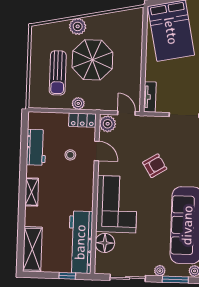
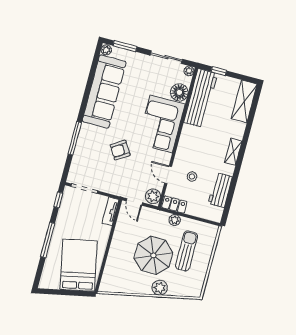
plant: (160, 271) -> (189, 71), moved

